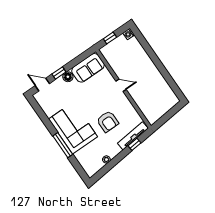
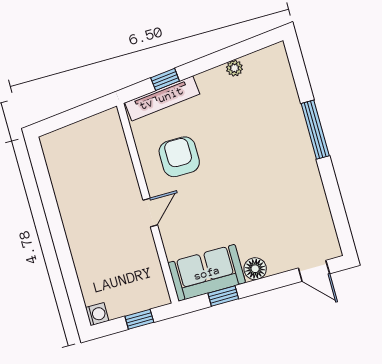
window: (59, 73) -> (223, 296), moved
door: (121, 85) -> (150, 213), swing flipped
armchair: (108, 122) -> (179, 157), moved
corner sofa: (73, 128) -> (281, 158), removed

